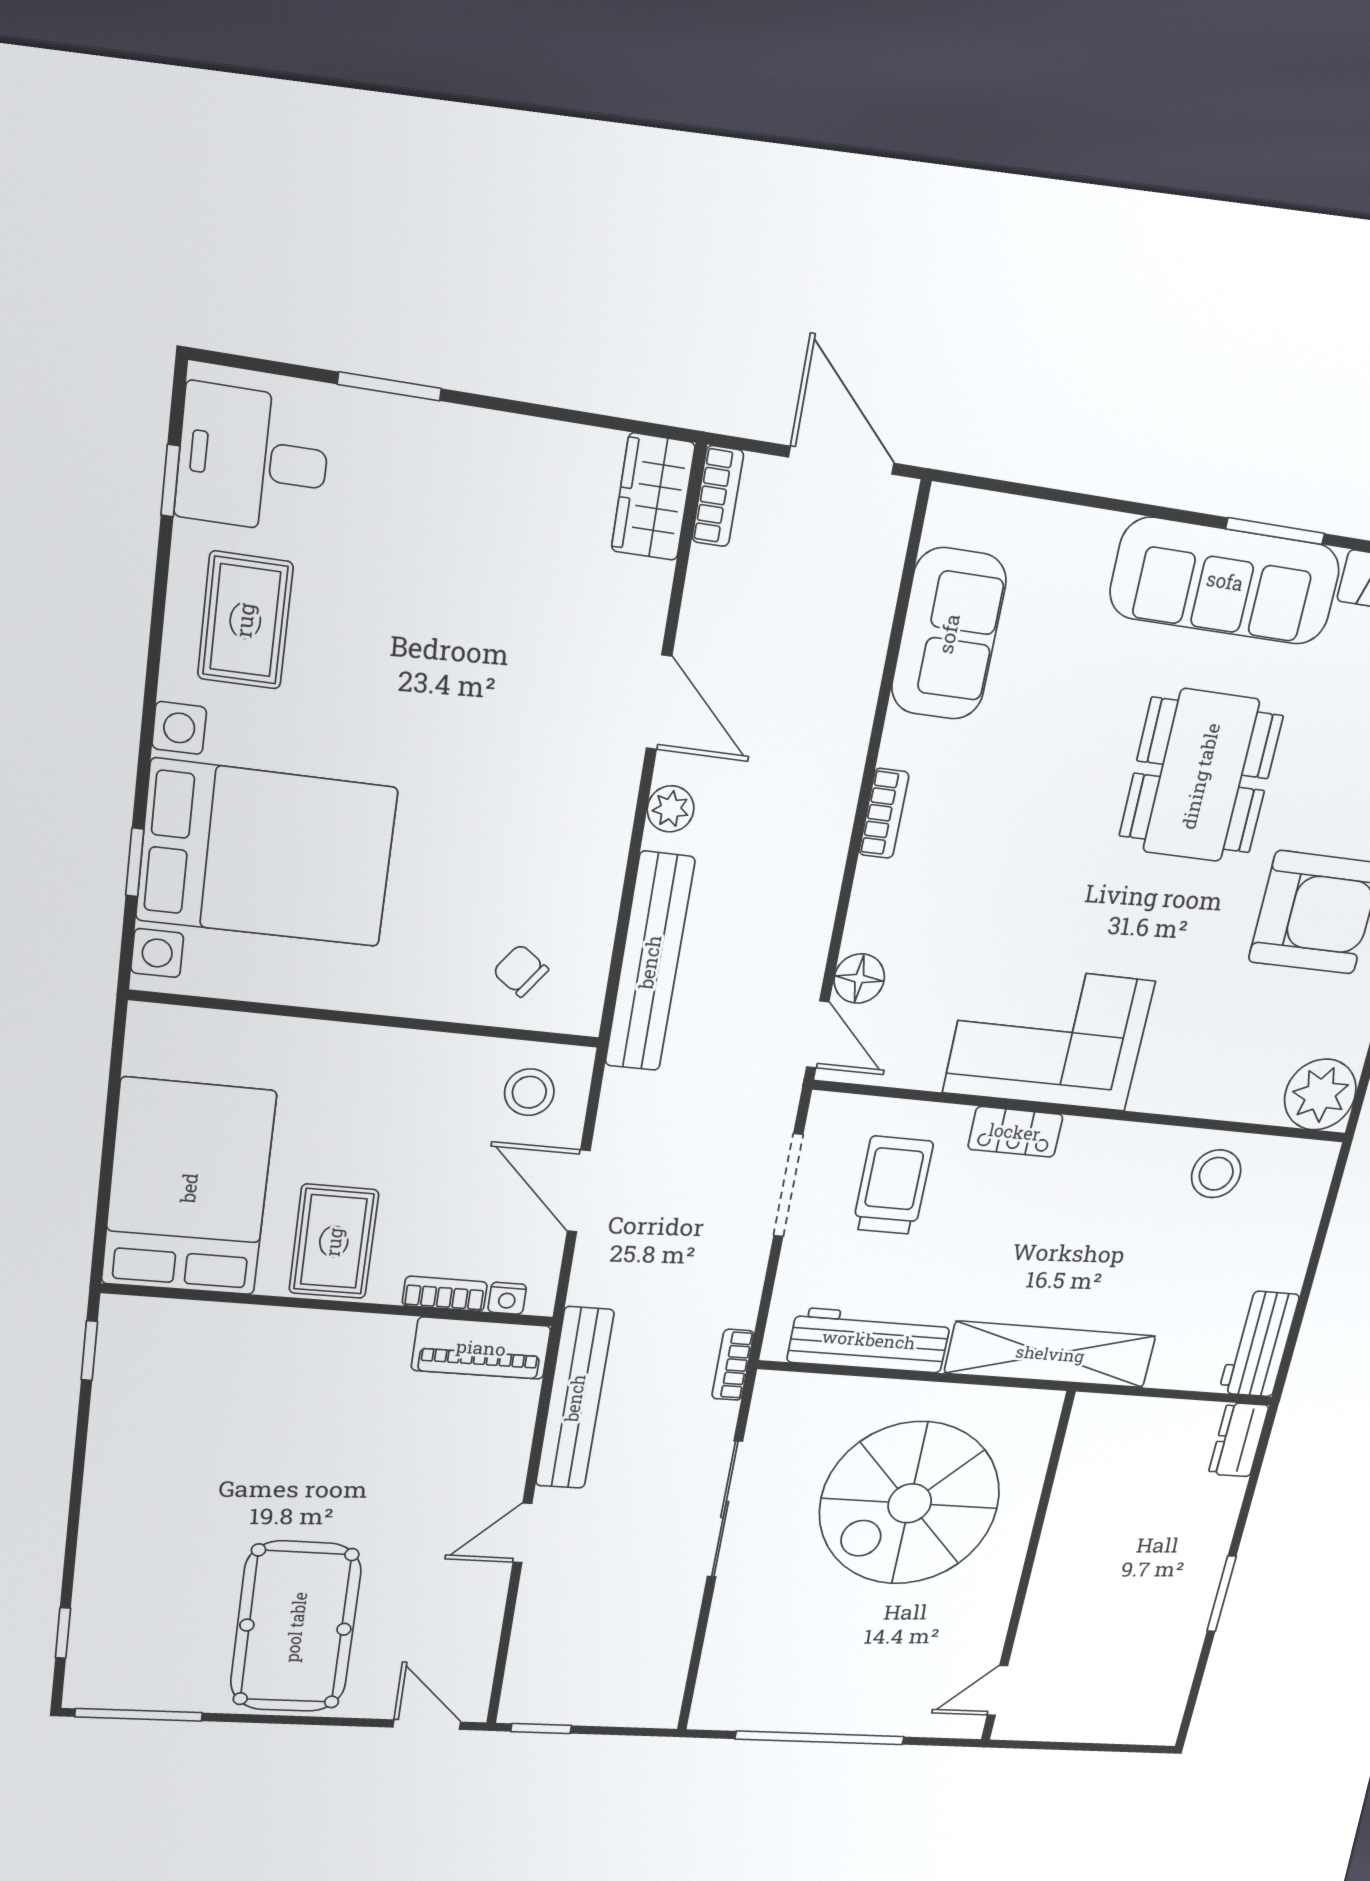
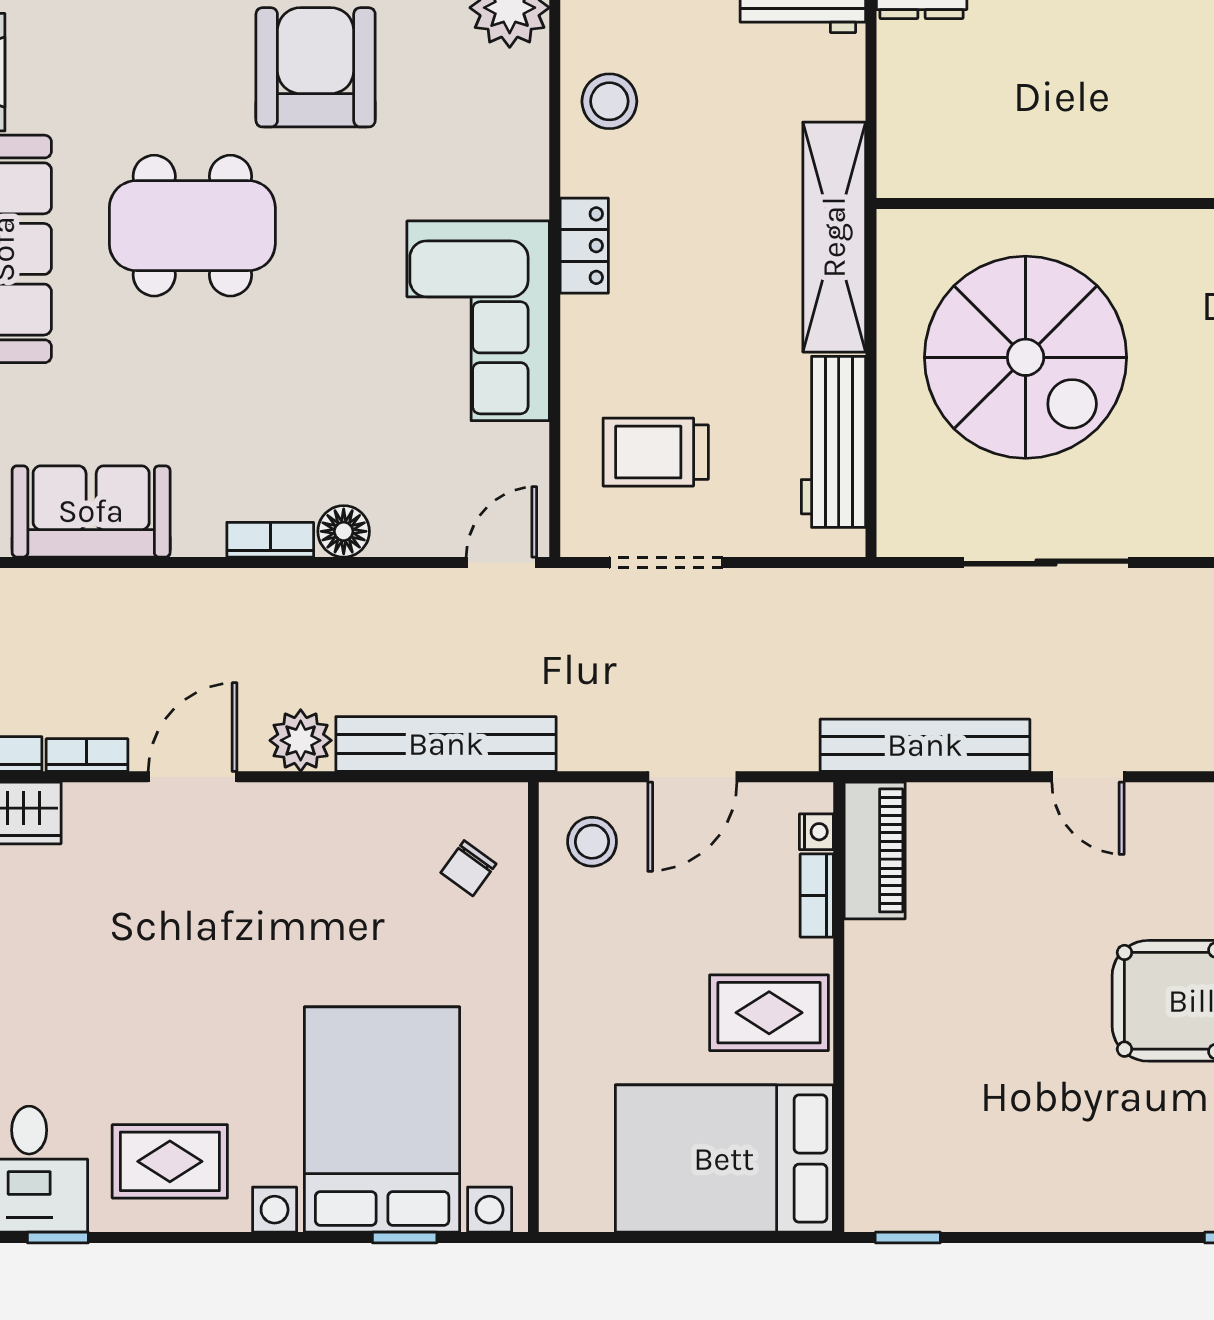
plant: (671, 809) -> (301, 740), width x1.38, depth x1.38
floor lamp: (859, 979) -> (344, 531), moved
locker: (1015, 1132) -> (584, 246), moved
bookcase: (733, 1365) -> (87, 755), moved, turned 180

